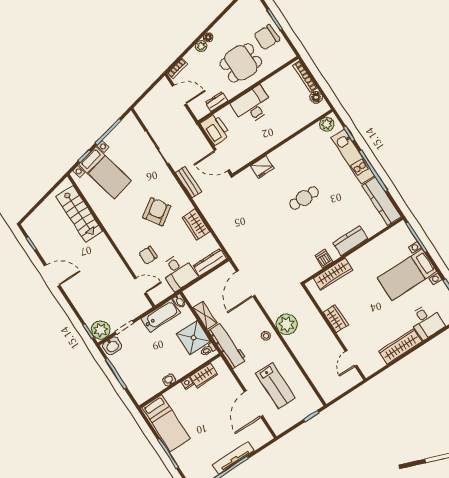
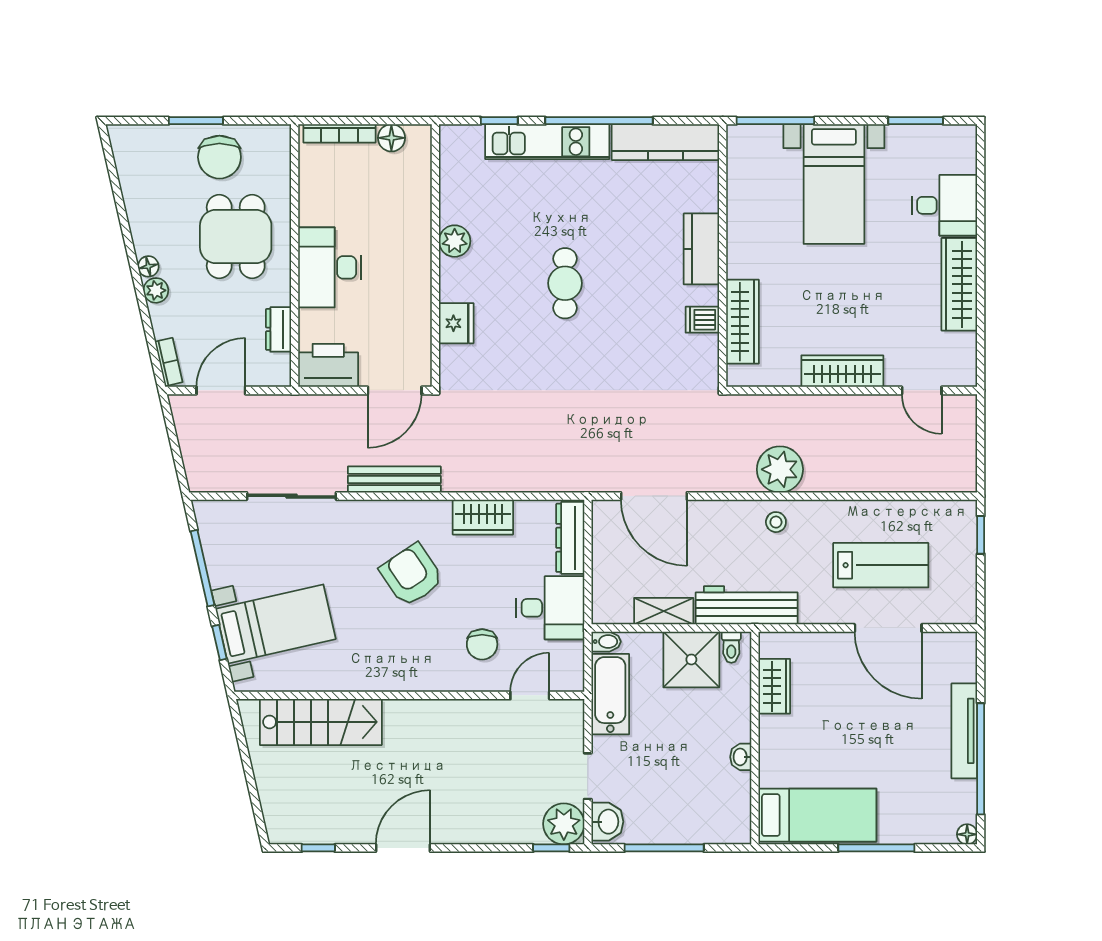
plant: (327, 124) -> (455, 241), moved
bench: (188, 182) -> (394, 480), width x1.36
wardrobe: (336, 319) -> (842, 371), width x1.50
nightstand: (187, 383) -> (769, 727), removed

